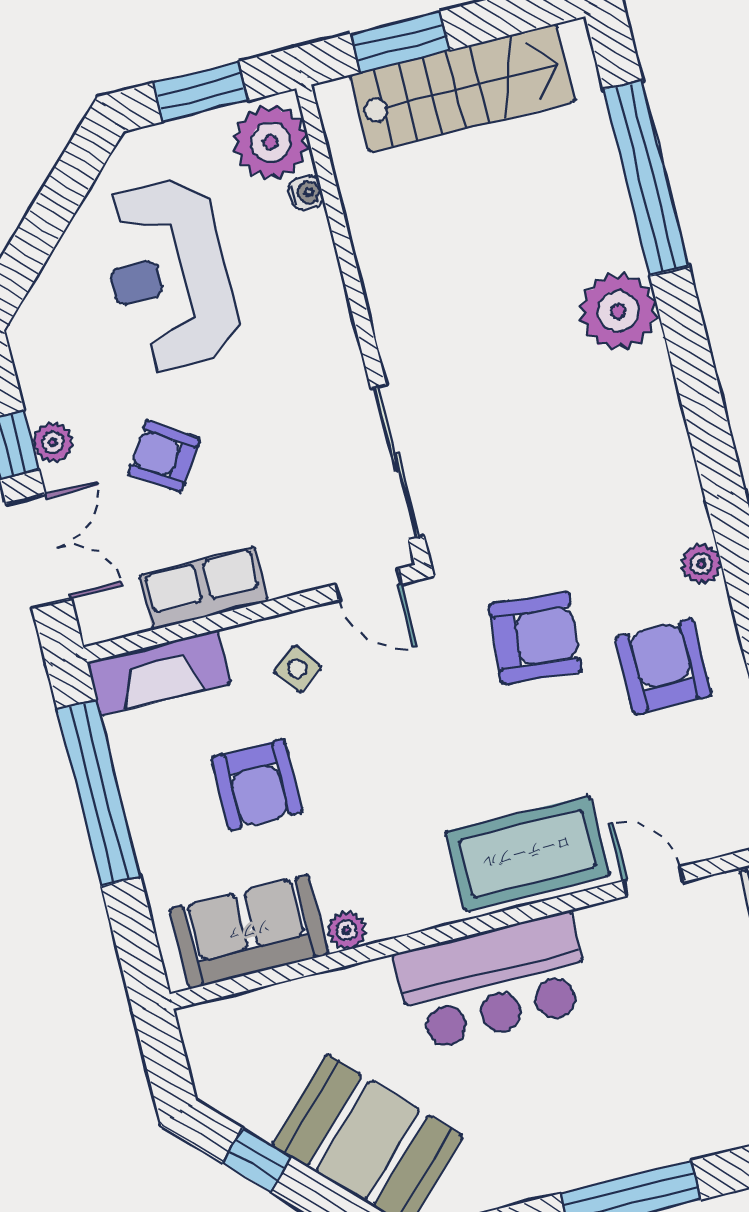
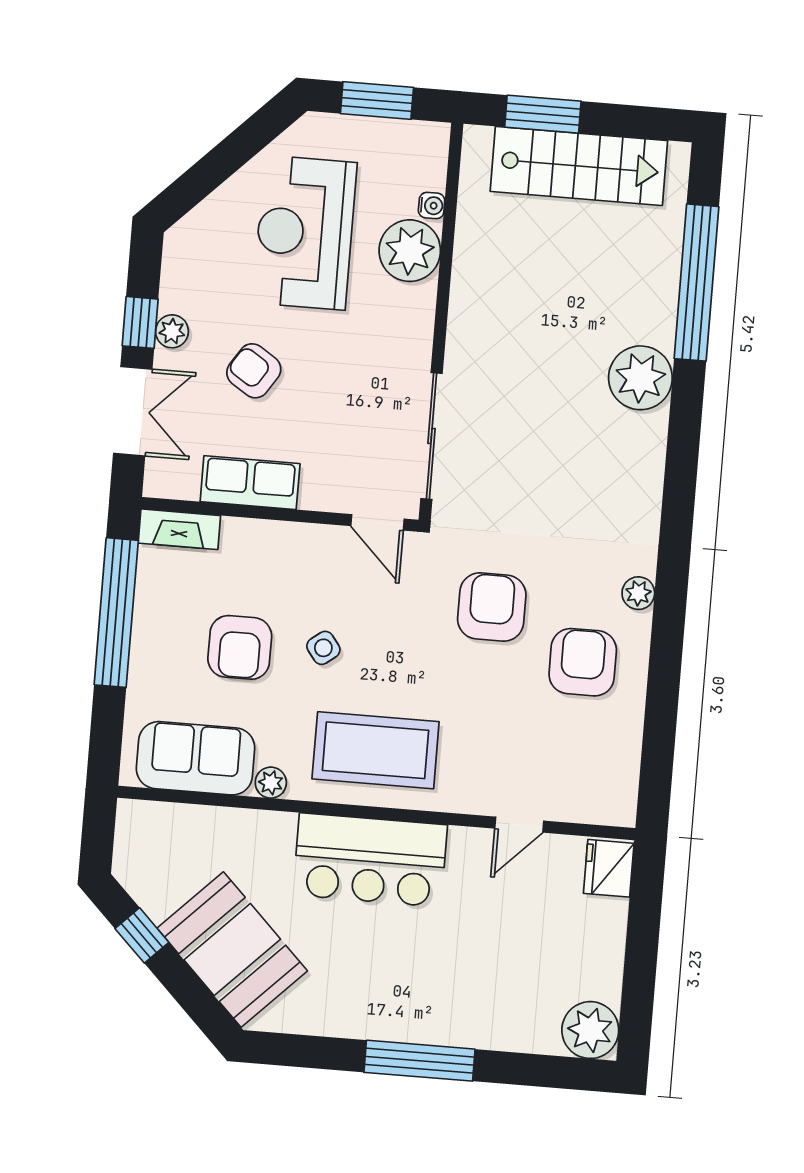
plant: (271, 142) -> (410, 251), moved
armchair: (535, 638) -> (492, 607), turned -95
side table: (297, 669) -> (323, 648), moved
fireplace: (159, 673) -> (179, 529), width x0.73, depth x0.76
coffee table: (527, 853) -> (376, 750), moved
door: (654, 881) -> (519, 825), swing flipped

